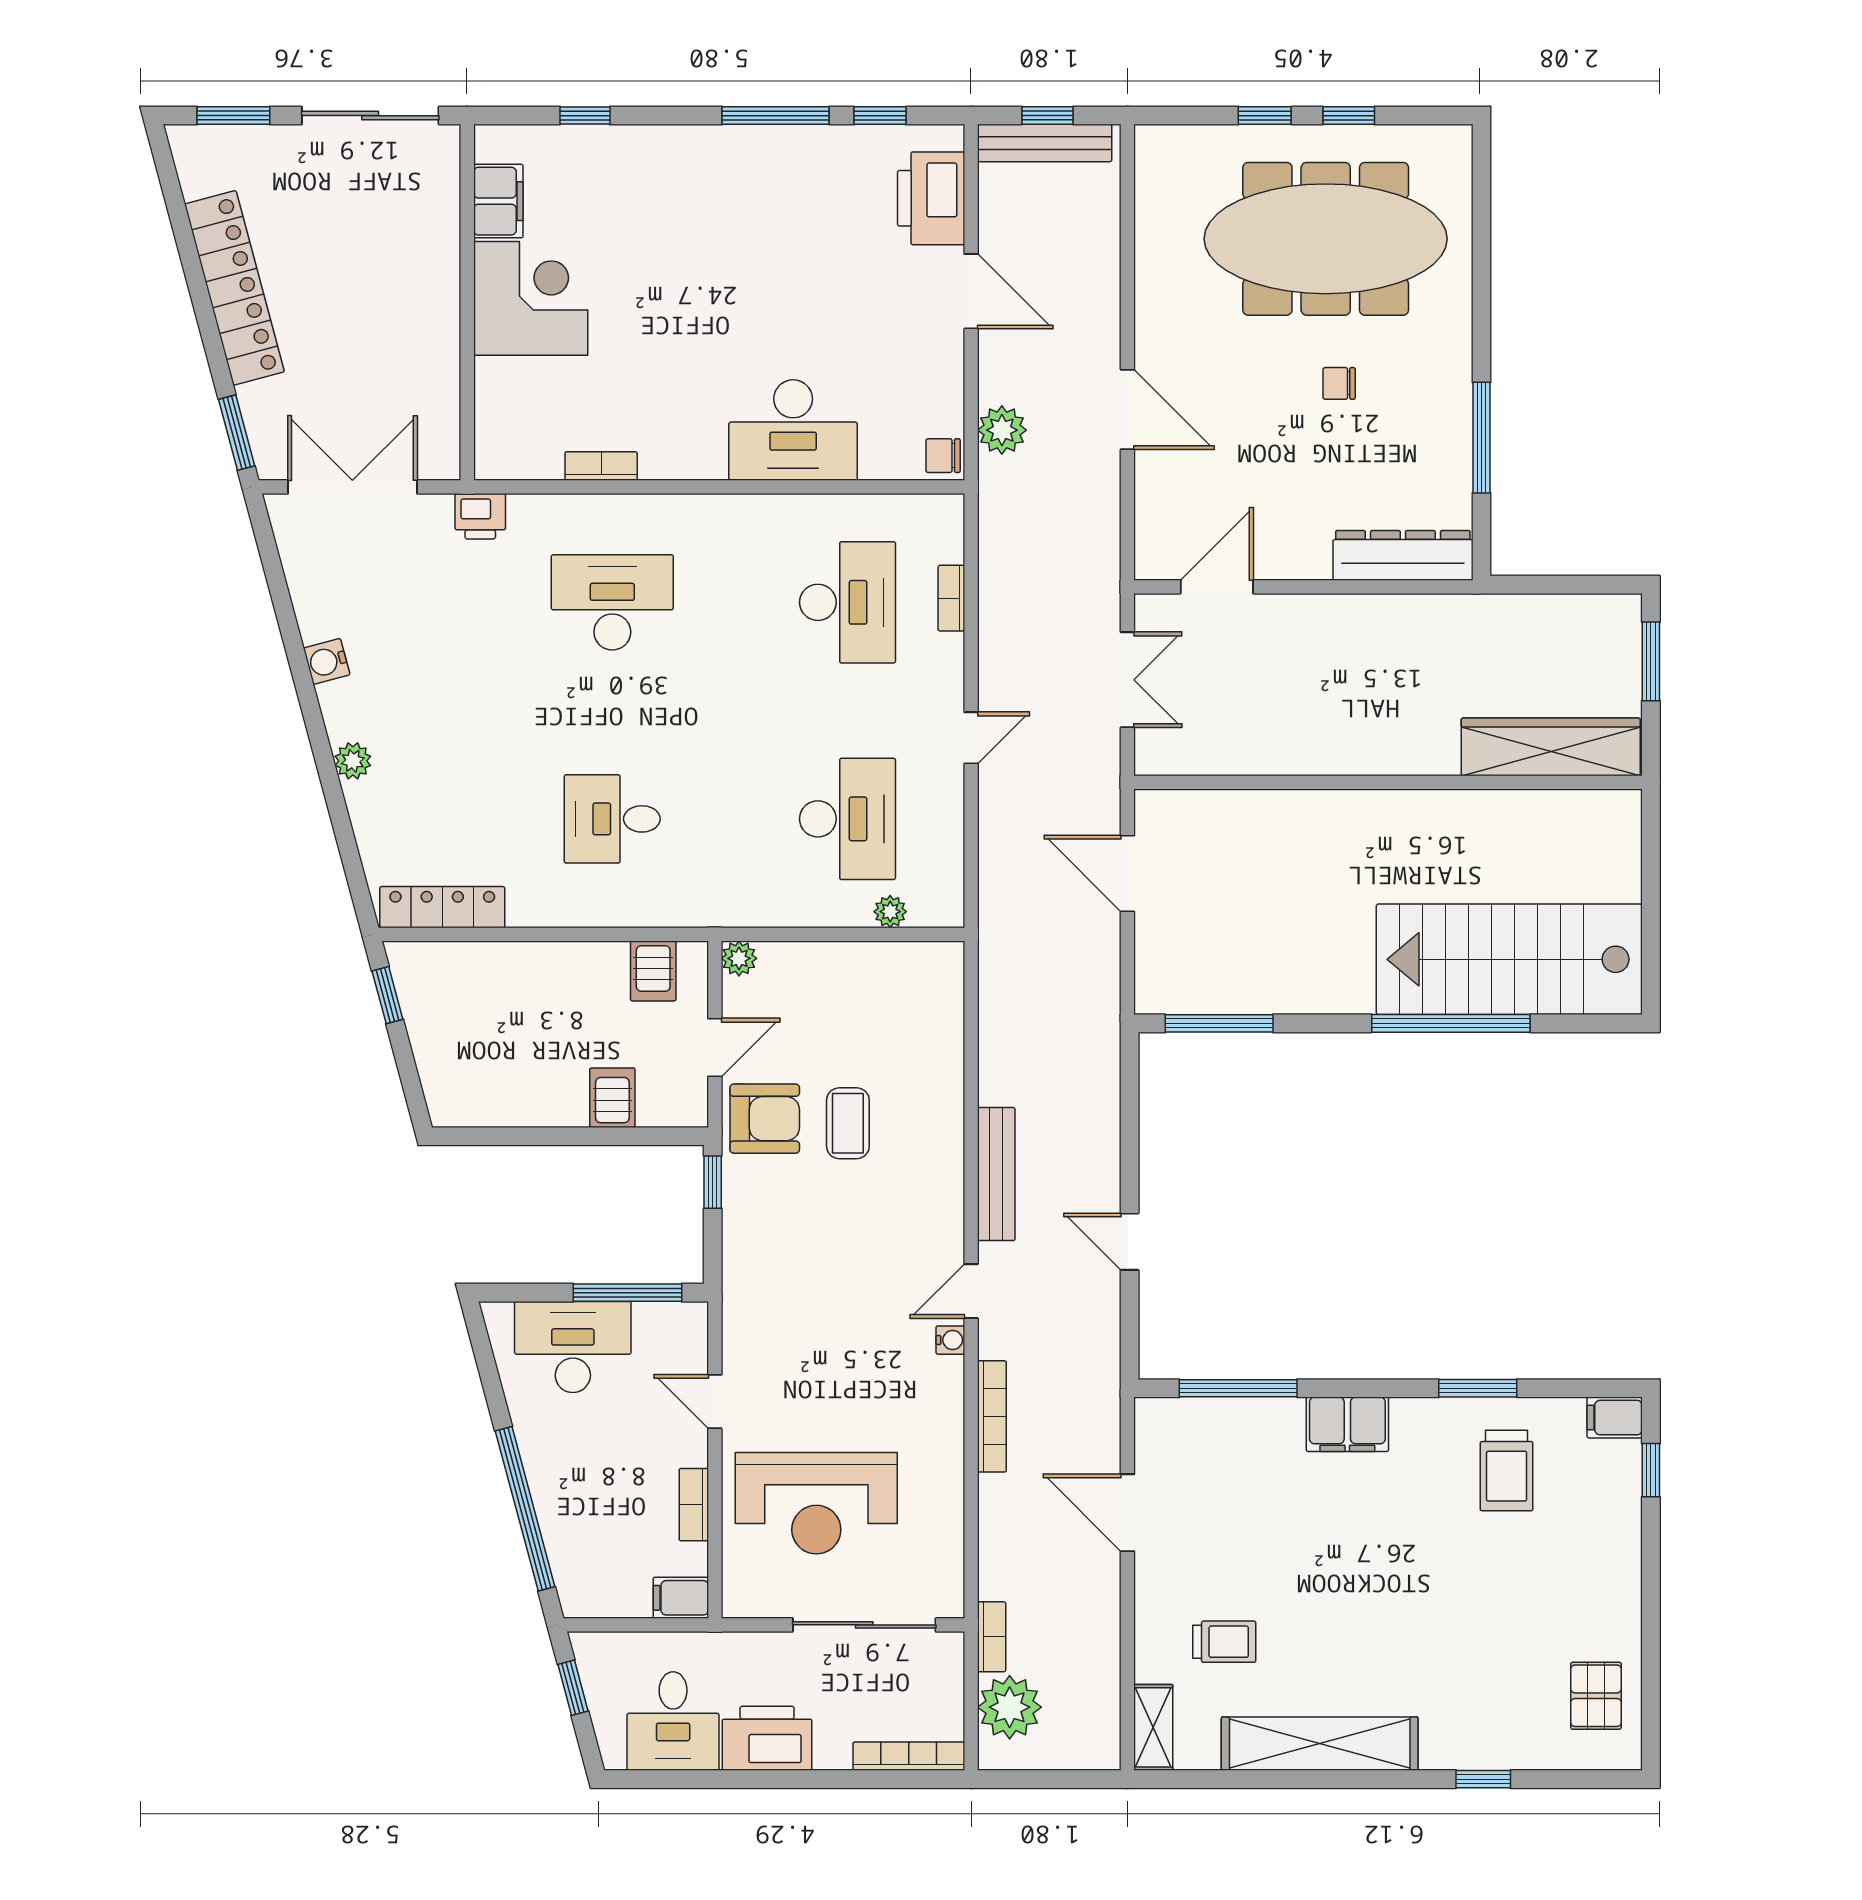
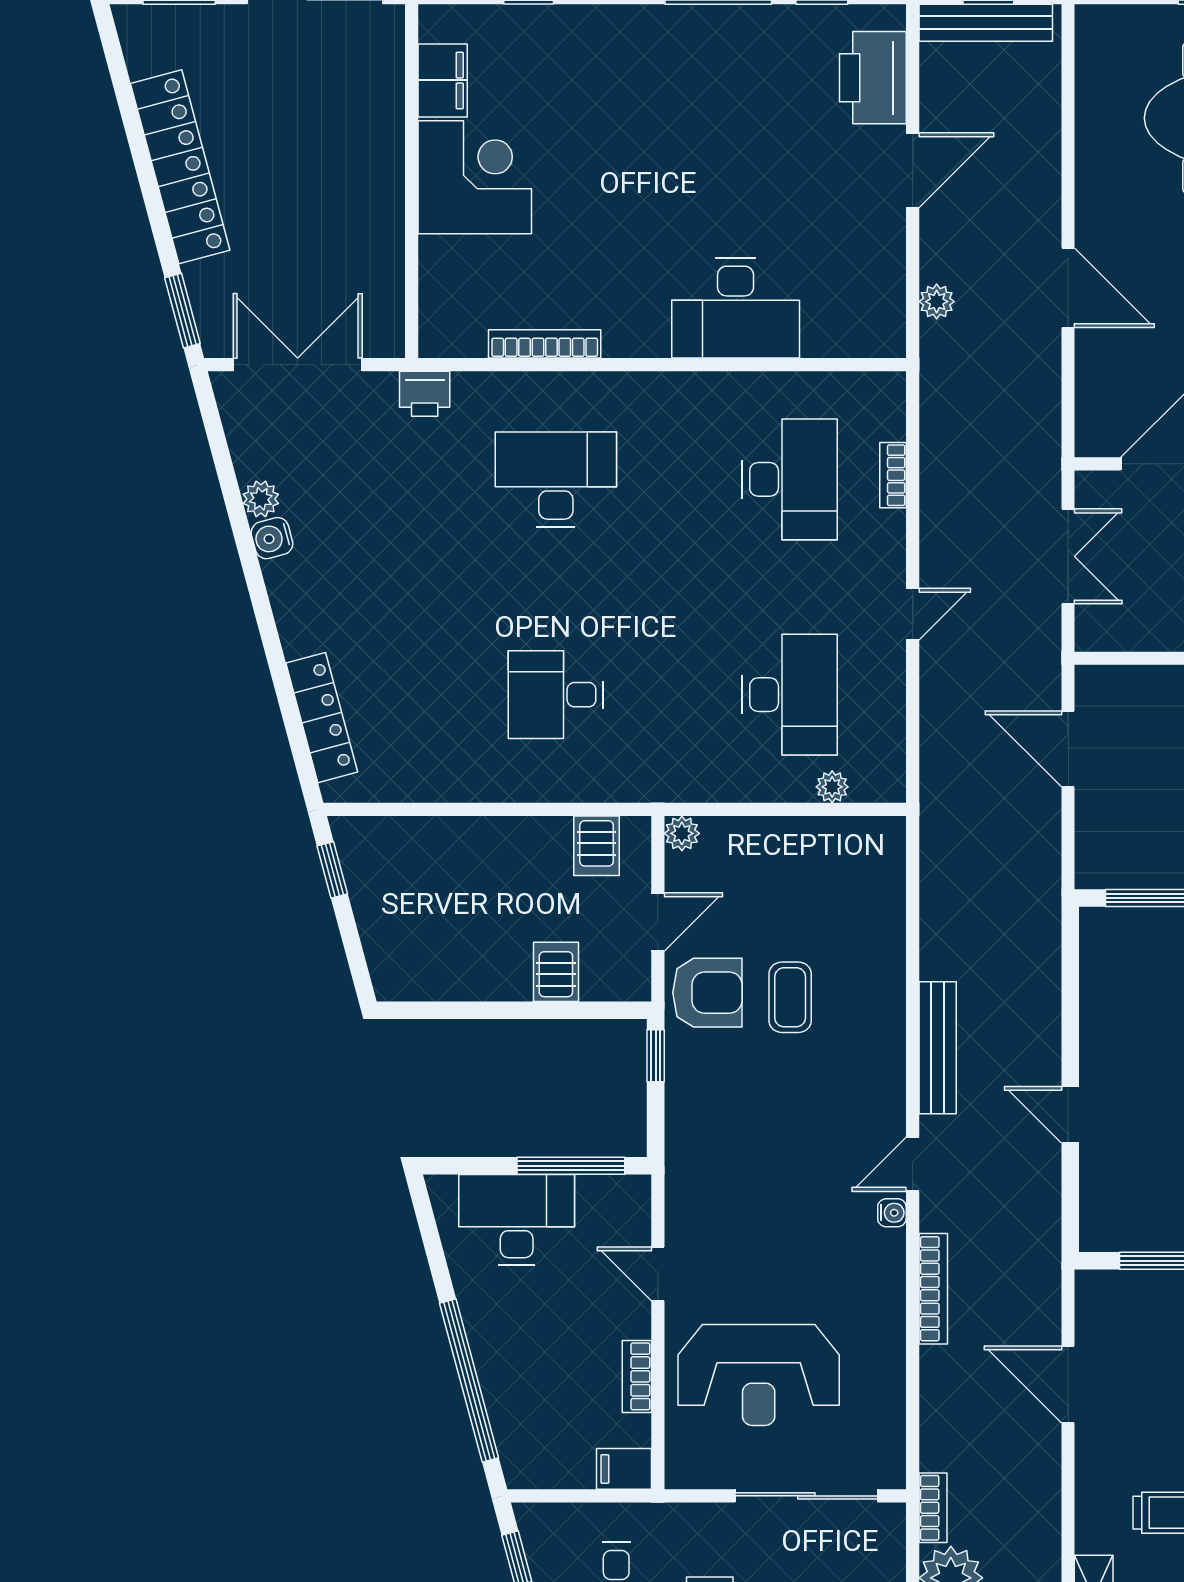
door: (971, 291) -> (913, 170), hinge flipped
plant: (1002, 430) -> (937, 302), width x0.73, depth x0.73
chair: (943, 456) -> (885, 334), removed
bookcase: (601, 466) -> (545, 344), width x1.56
plant: (353, 761) -> (261, 499), moved
locker: (442, 907) -> (322, 718), moved, turned 75

